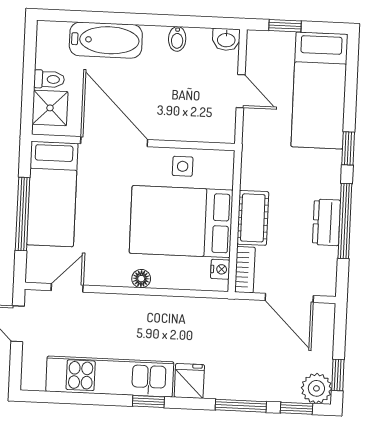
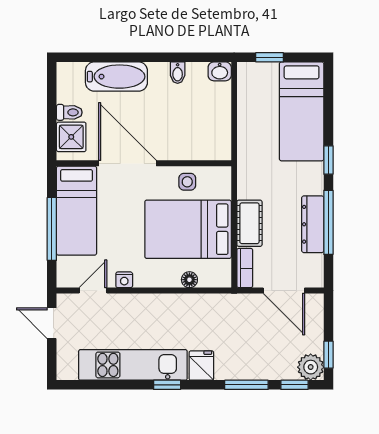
door: (241, 91) -> (234, 115), removed
dresser: (326, 222) -> (313, 224), width x1.44
nightstand: (220, 269) -> (124, 280), moved, turned 90
floor lamp: (141, 279) -> (189, 280), moved

